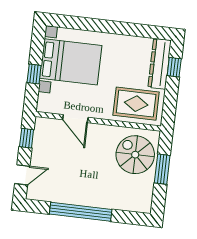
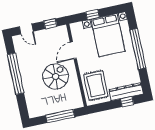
window: (105, 26) -> (138, 49), added
spiral stairs: (135, 155) -> (56, 76), moved
window: (162, 169) -> (60, 116), width x1.44

